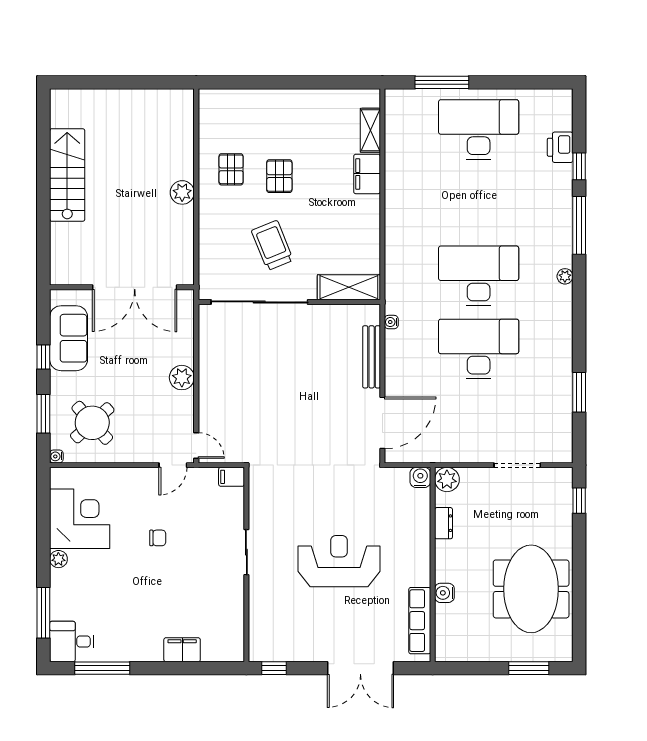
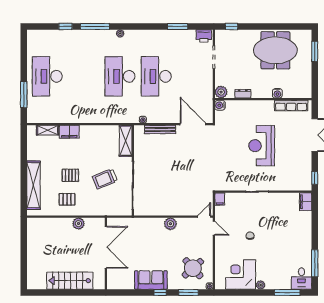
shelving: (259, 102) -> (34, 185), added
printer: (560, 147) -> (204, 36), moved
wall: (122, 287) -> (106, 253), moved
double door: (135, 287) -> (106, 247), moved
filing cabinet: (182, 650) -> (306, 202), moved

